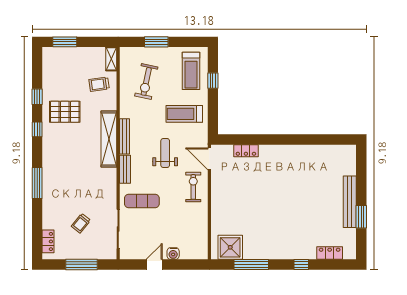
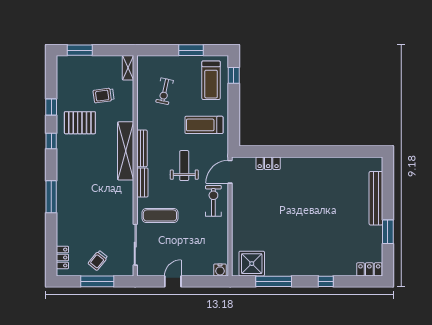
window: (156, 42) -> (191, 50), moved
exercise bike: (146, 81) -> (165, 91), width x0.73, depth x0.72
window: (213, 81) -> (234, 75), moved
trolley: (99, 84) -> (104, 95), moved
door: (209, 159) -> (230, 172), hinge flipped
bench: (350, 202) -> (376, 198), moved
trolley: (81, 223) -> (98, 260), moved
water cooler: (173, 253) -> (220, 270), moved
locker: (330, 253) -> (369, 269), moved

